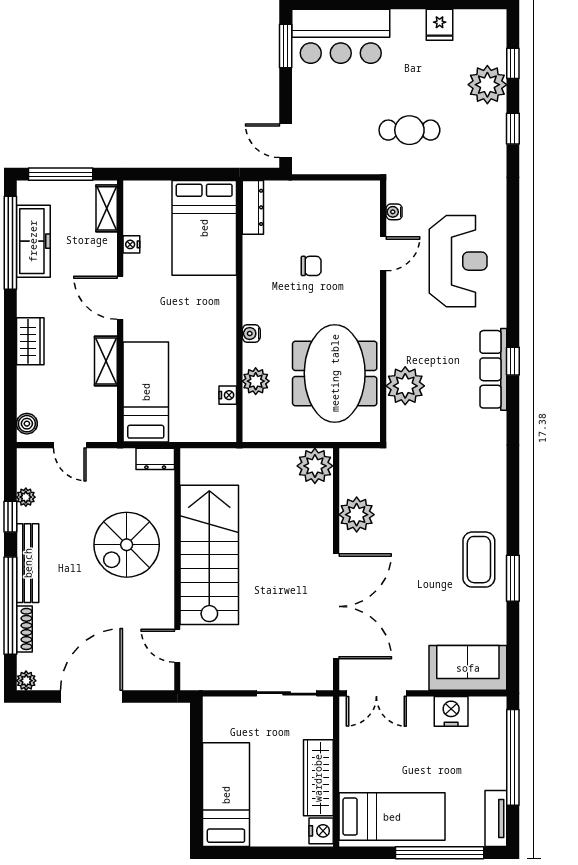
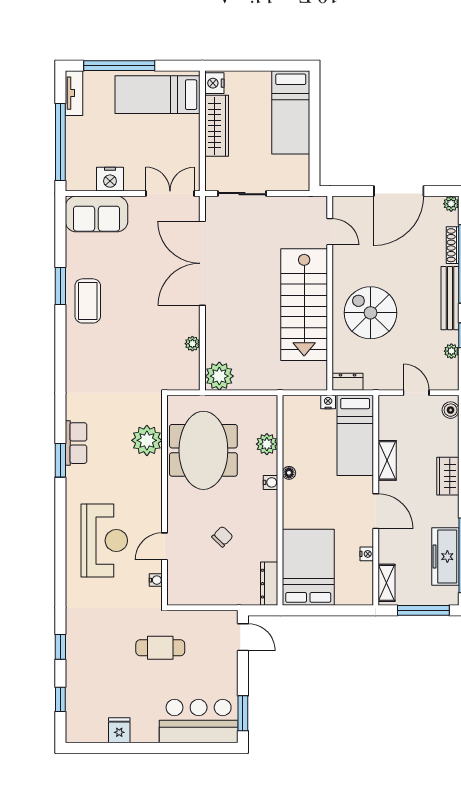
plant: (487, 85) -> (81, 682), removed
cafe table: (409, 130) -> (160, 648), moved
reception desk: (458, 261) -> (104, 541), turned 180
chair: (311, 266) -> (222, 537), turned 134
floor lamp: (228, 345) -> (289, 473), added
window: (513, 361) -> (60, 460), width x1.50
row of seats: (493, 369) -> (76, 443), width x0.68
nightstand: (228, 395) -> (328, 402), moved, turned 90
plant: (357, 515) -> (192, 344), width x0.53, depth x0.53
spiral stairs: (127, 545) -> (370, 313), turned -90

